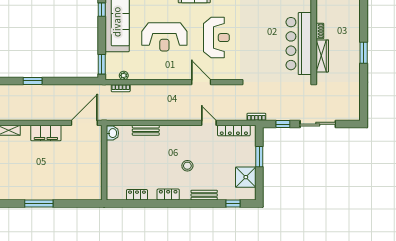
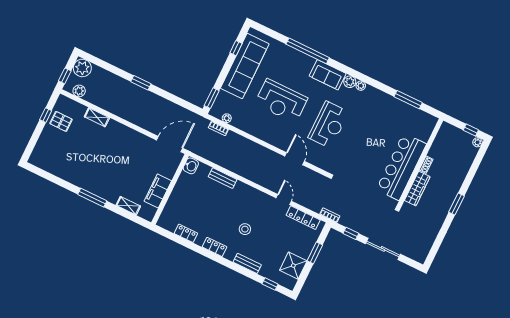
filing cabinet: (46, 133) -> (158, 191), moved, turned 90
shelving: (74, 195) -> (128, 206), added

